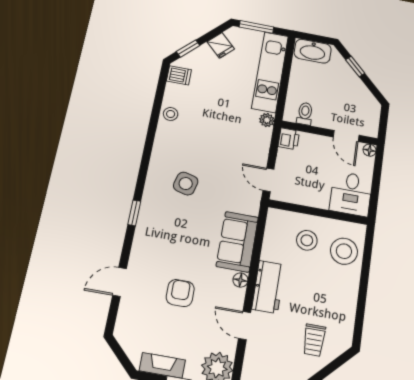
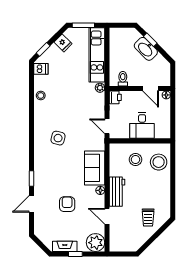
washbasin: (313, 51) -> (146, 49), moved, turned 45
desk: (351, 194) -> (142, 125), moved
window: (134, 213) -> (32, 178), moved

